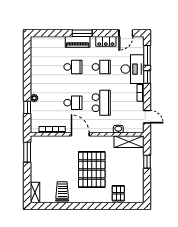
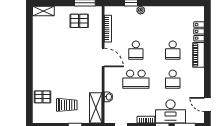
window: (82, 33) -> (207, 60), removed
locker: (106, 41) -> (199, 31), moved
door: (80, 134) -> (103, 58), hinge flipped
pallet: (92, 170) -> (79, 21), moved, width x0.49, depth x0.50
trolley: (62, 191) -> (67, 105), moved

